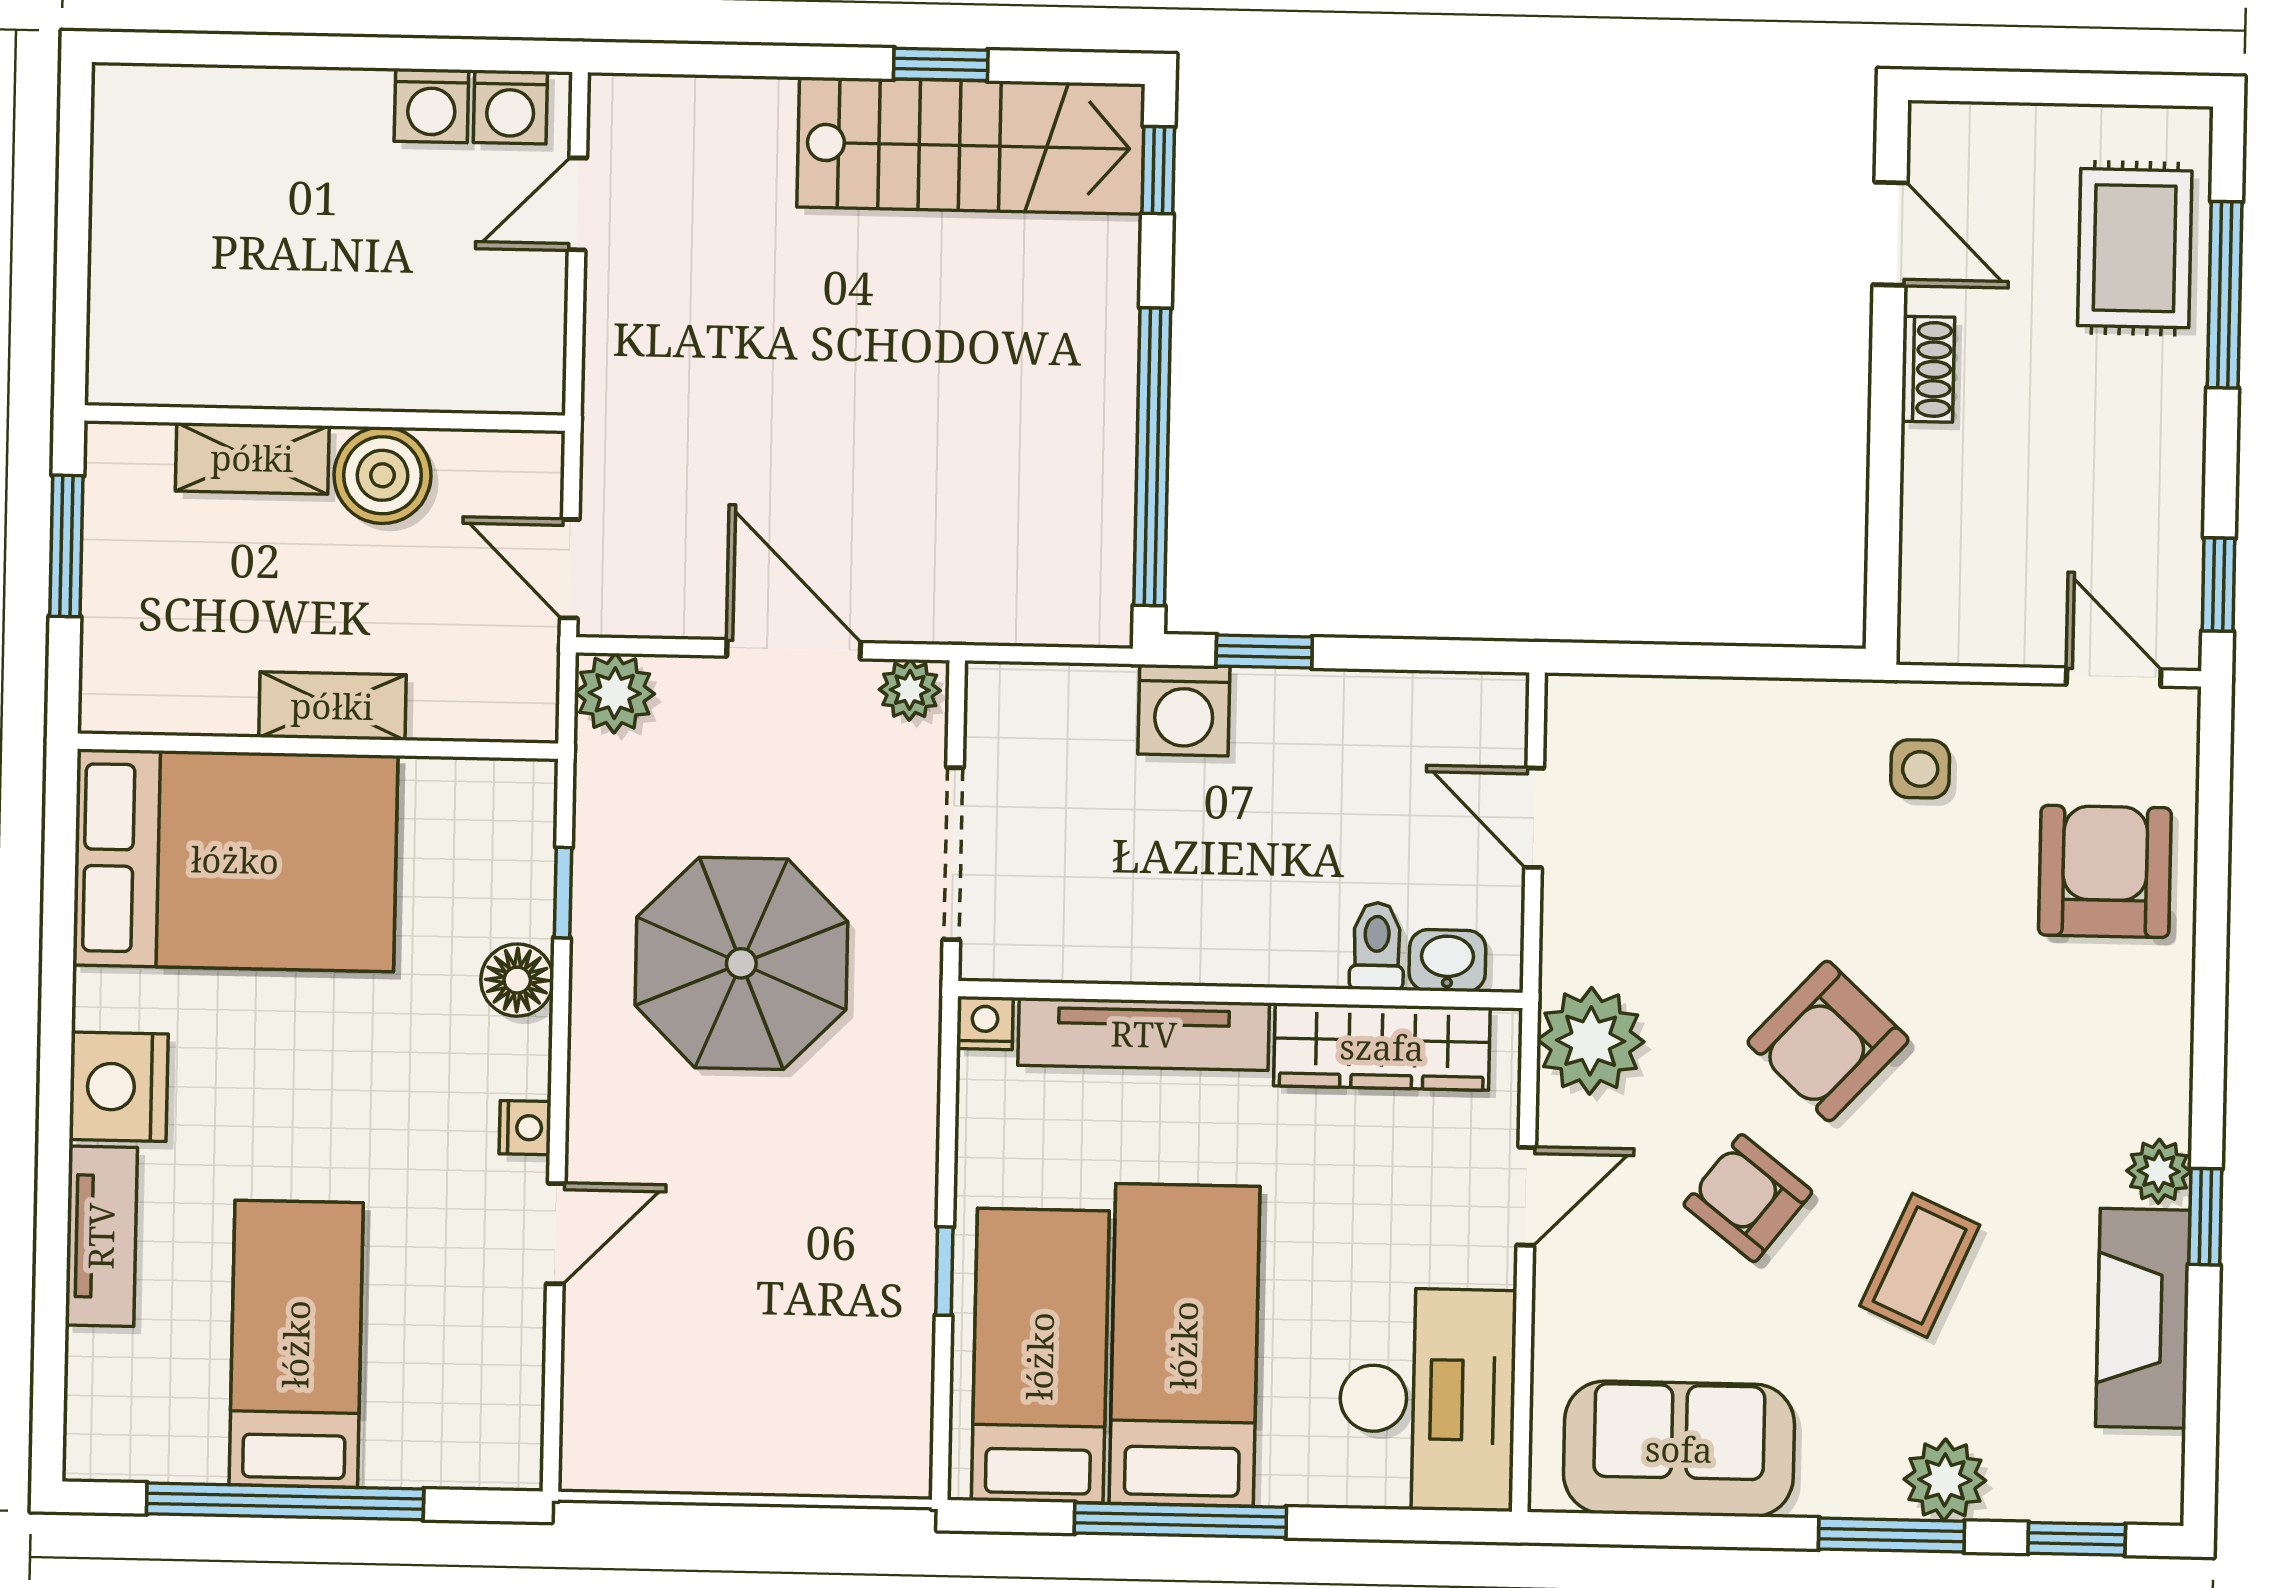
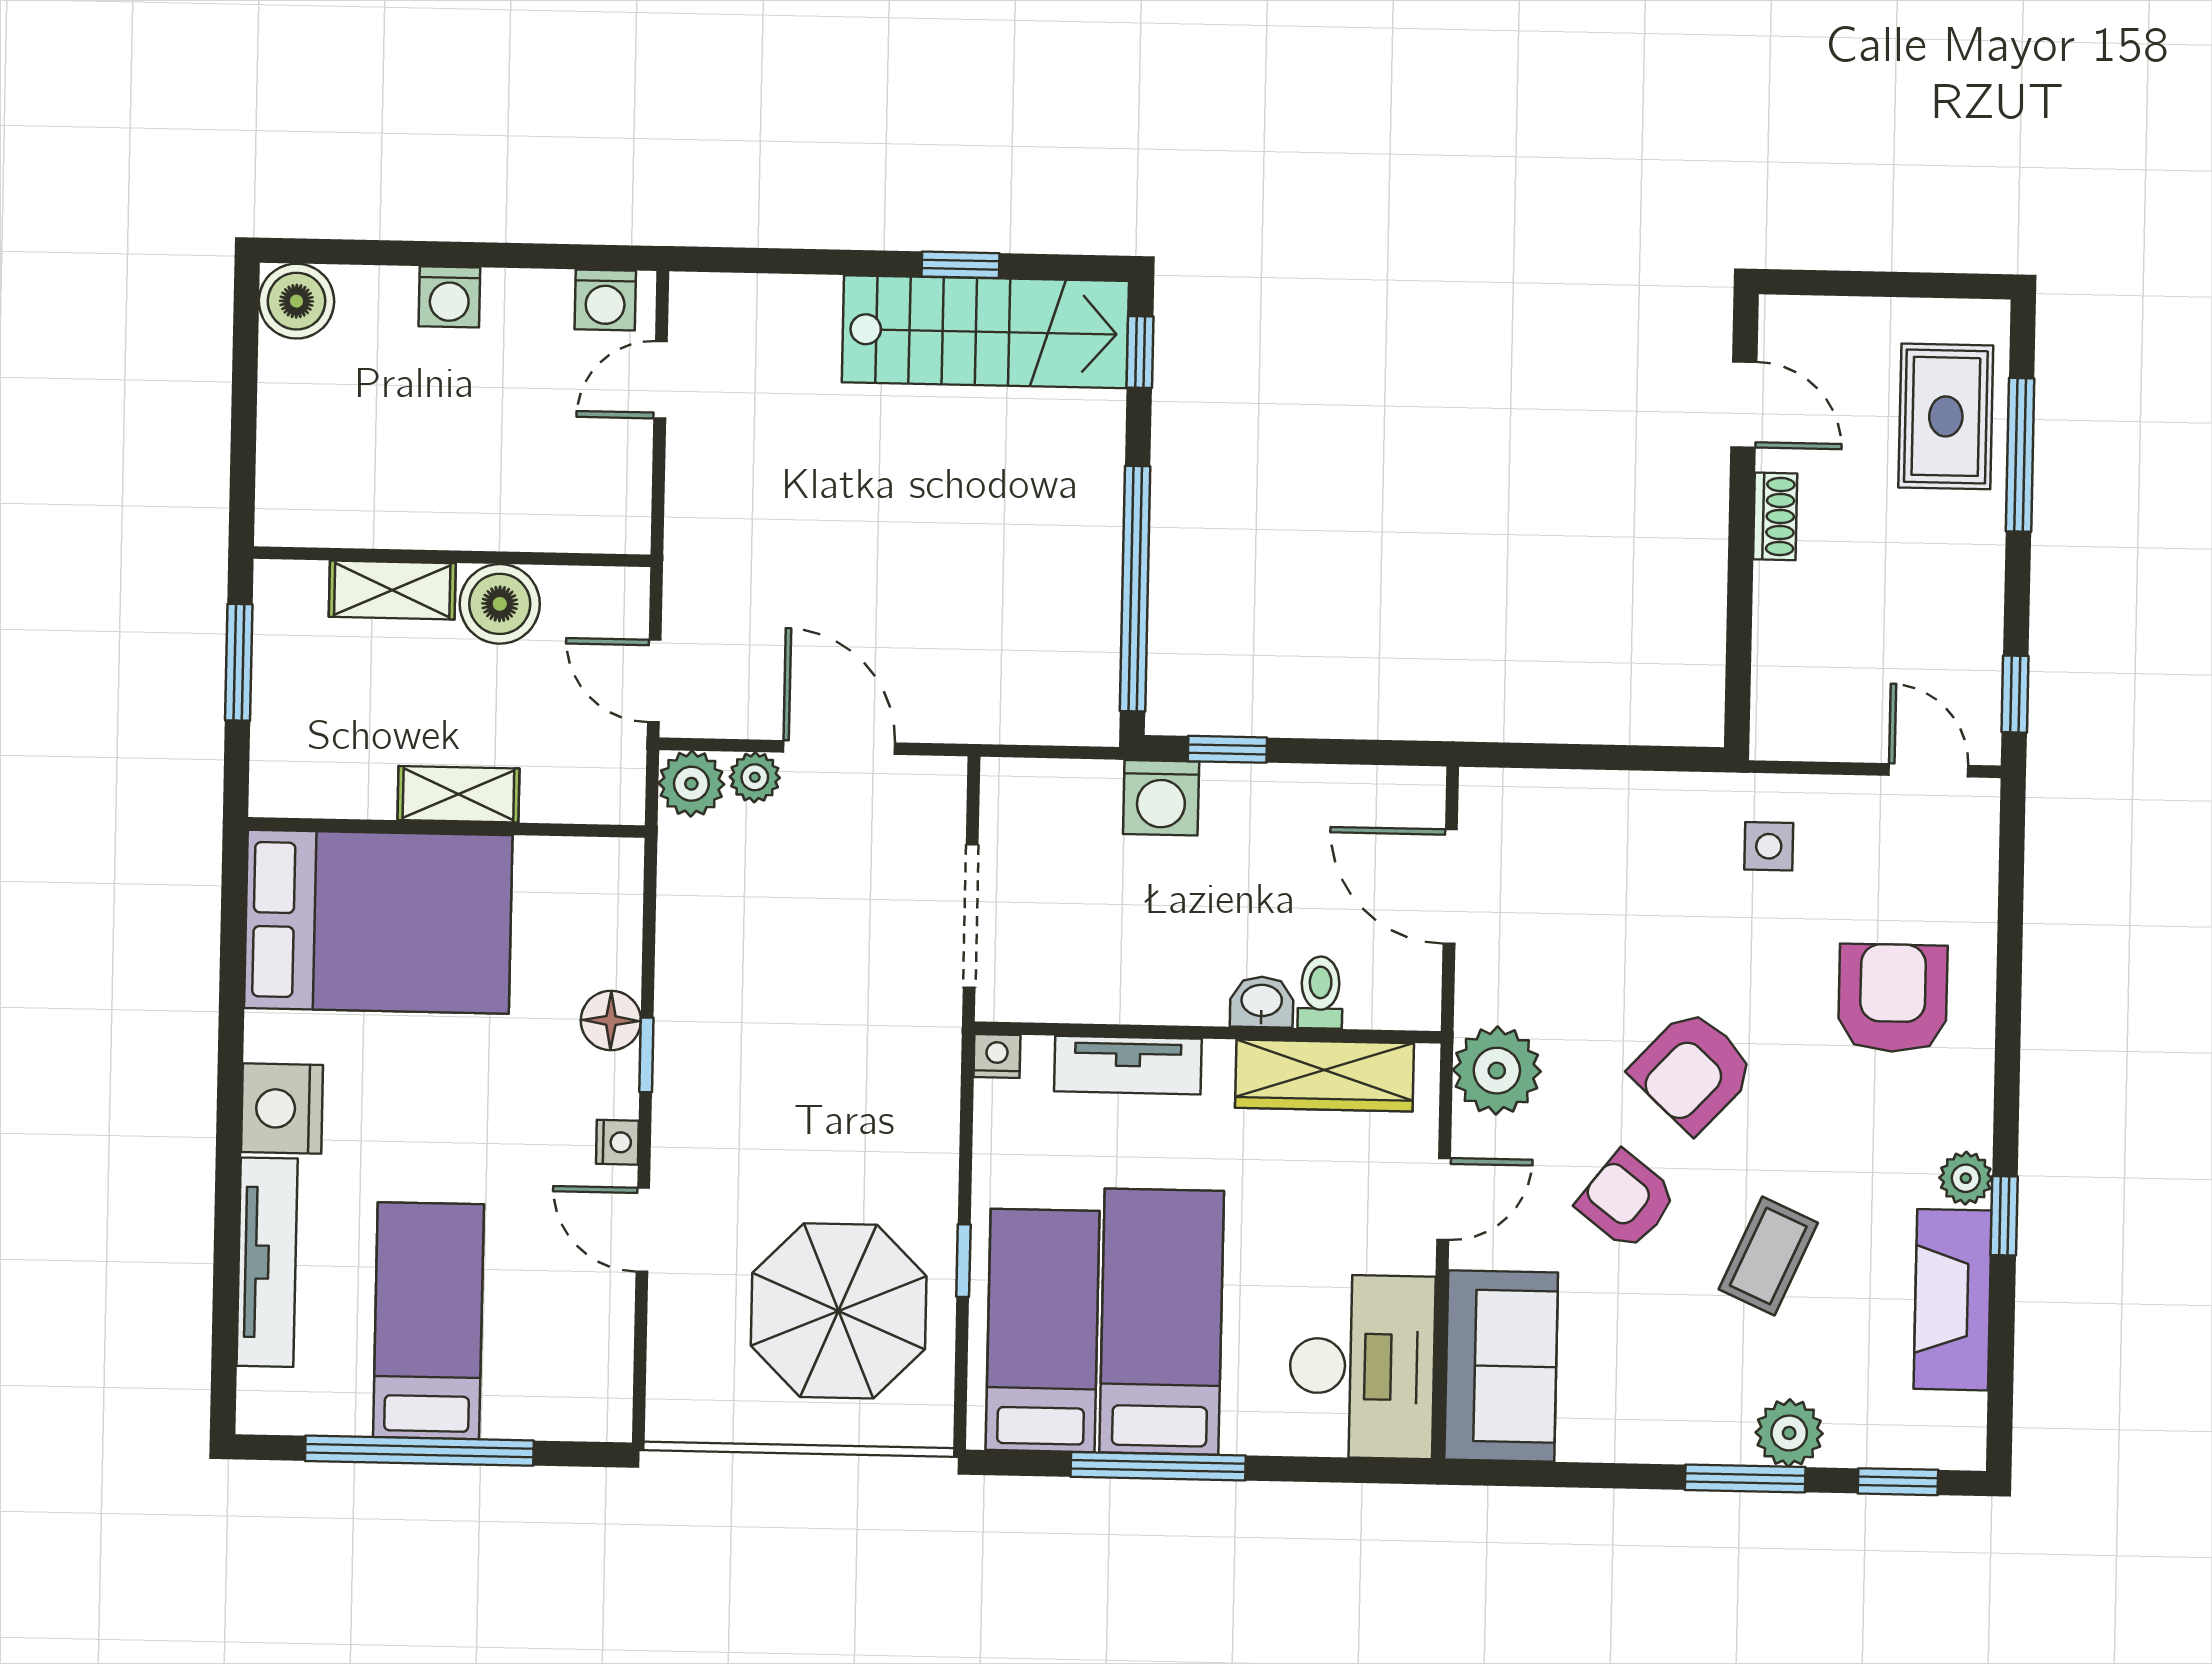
washing machine: (431, 106) -> (449, 297), moved
boiler: (136, 108) -> (297, 301), added
plant: (910, 690) -> (755, 777), moved
door: (1534, 818) -> (1450, 887), width x1.38
armchair: (2105, 871) -> (1893, 998), moved
window: (563, 893) -> (646, 1055), moved
washbasin: (1447, 961) -> (1262, 1002), moved
parasol: (741, 963) -> (839, 1311), moved
tv unit: (1144, 1034) -> (1128, 1065), width x0.71
door: (556, 1234) -> (643, 1230), swing flipped
tv unit: (101, 1236) -> (267, 1262), width x1.41
sofa: (1679, 1449) -> (1501, 1366), moved, turned 90

